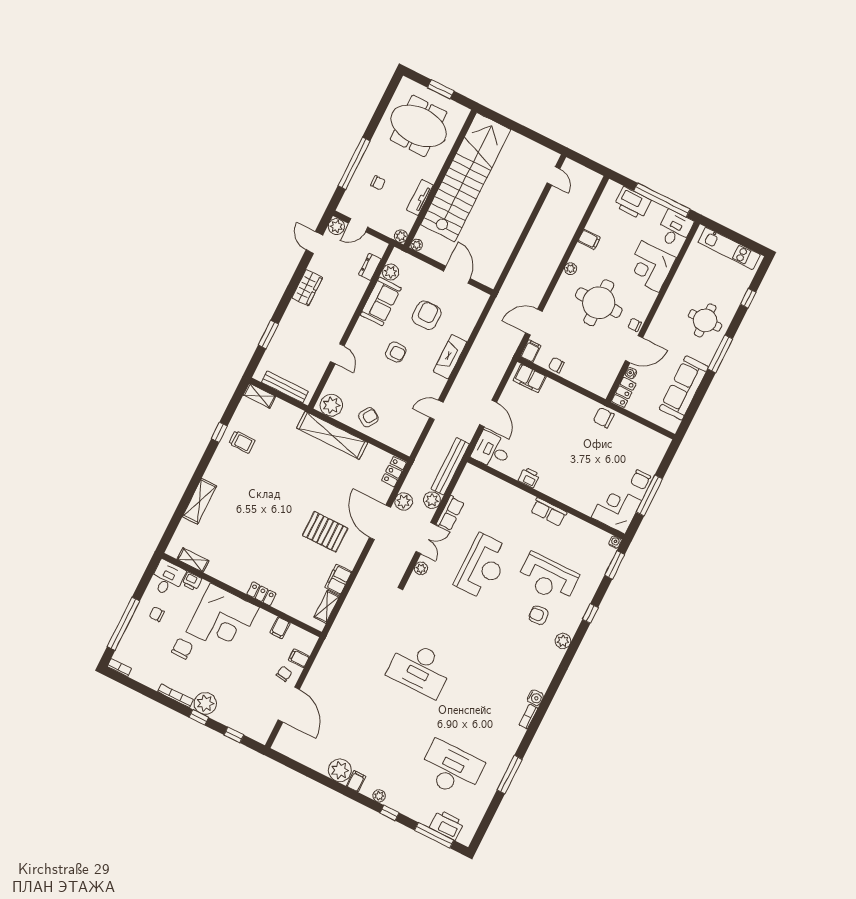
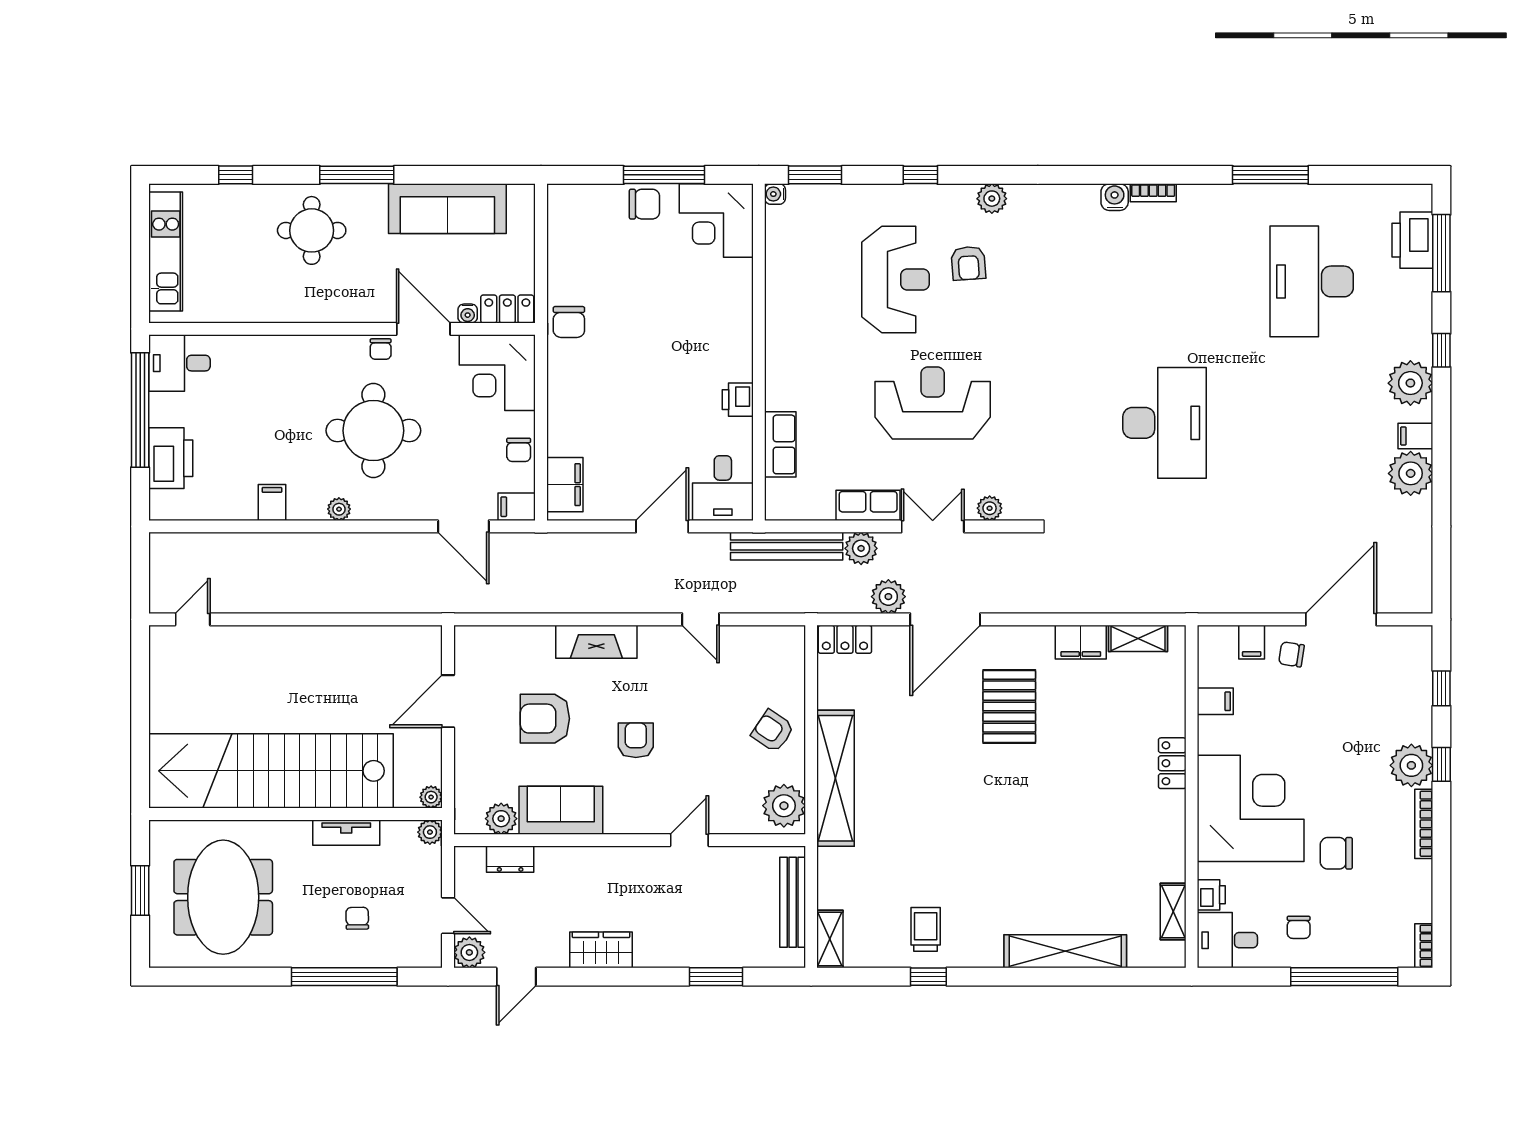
corner desk: (650, 266) -> (497, 373), moved, turned 90
shelving: (199, 501) -> (1065, 951), width x1.47
row of seats: (549, 512) -> (780, 444), moved
plant: (379, 796) -> (1410, 383), width x1.87, depth x1.87

